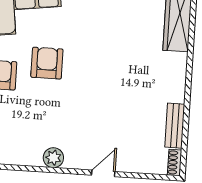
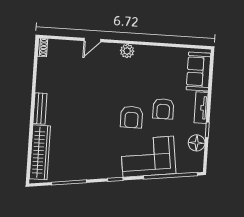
bench: (175, 126) -> (40, 109), moved

